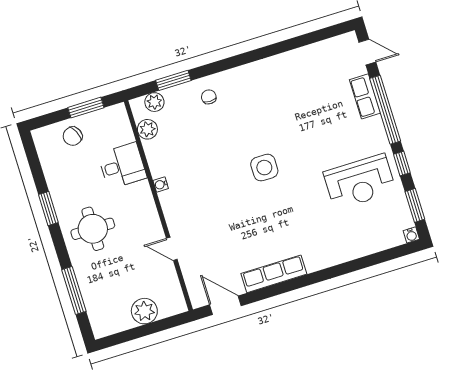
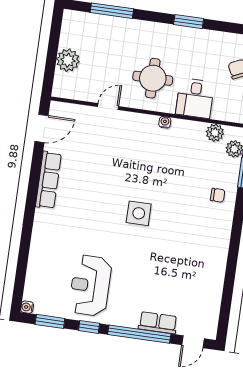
round table: (93, 229) -> (153, 78), moved

